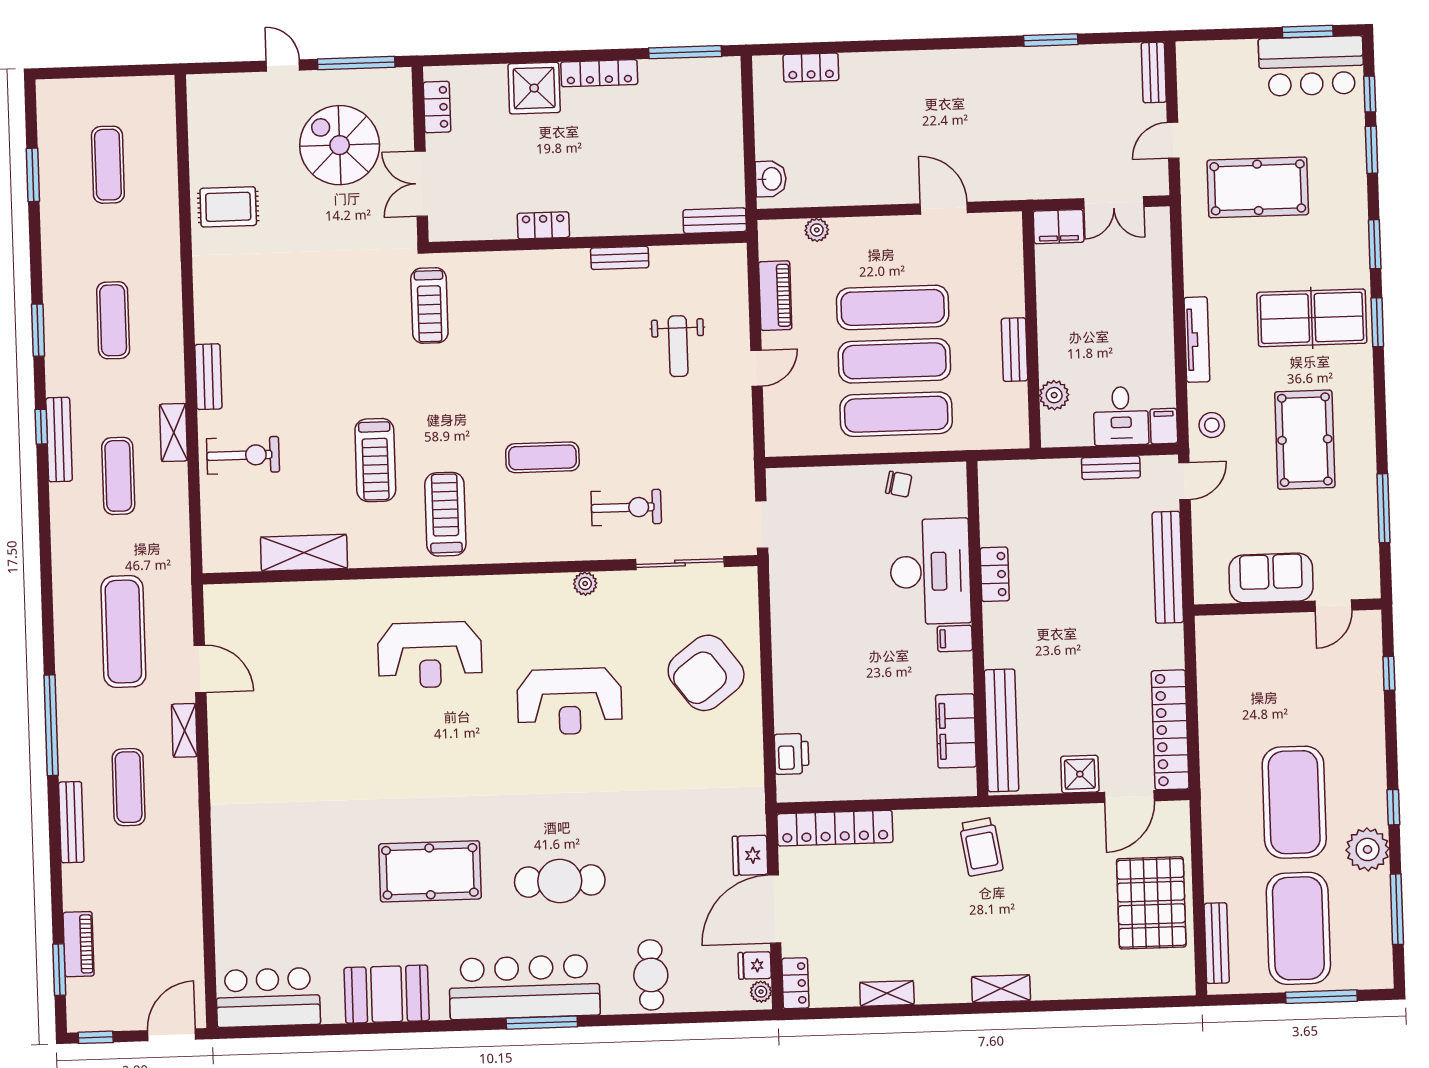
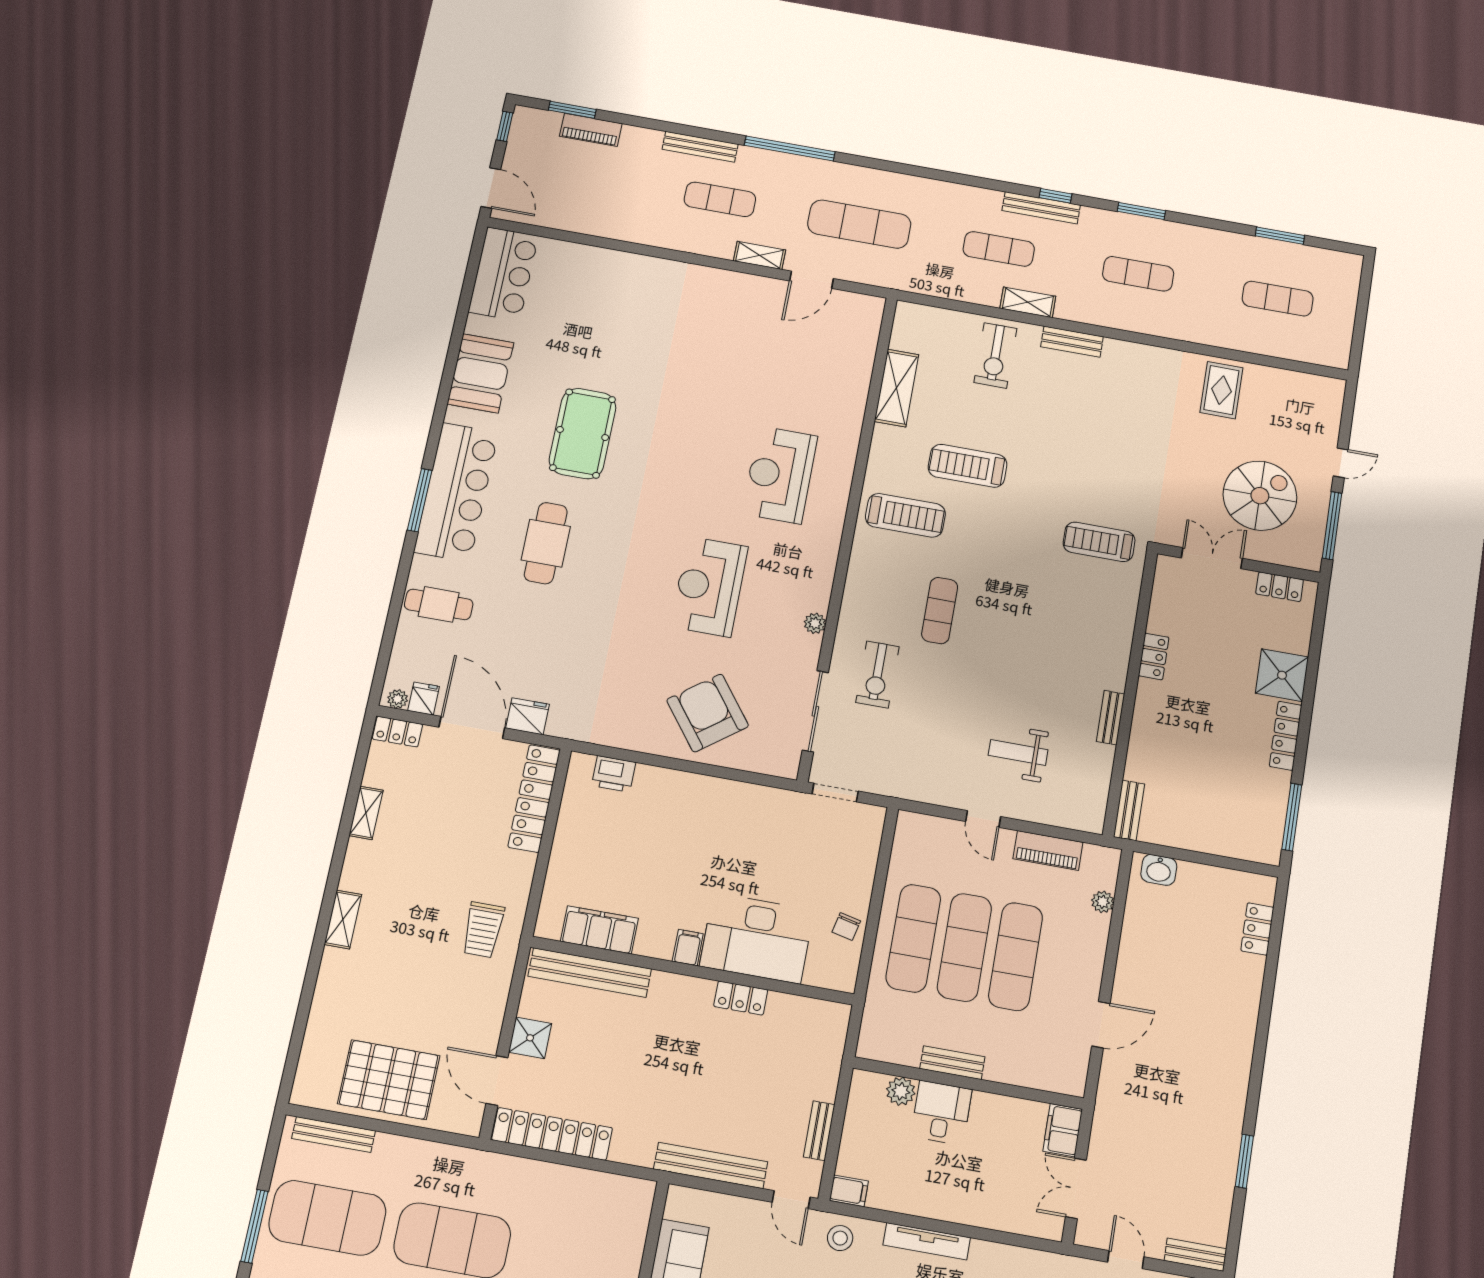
desk: (1121, 416) -> (941, 1113), moved, turned 90
trolley: (981, 847) -> (483, 930), turned -81

